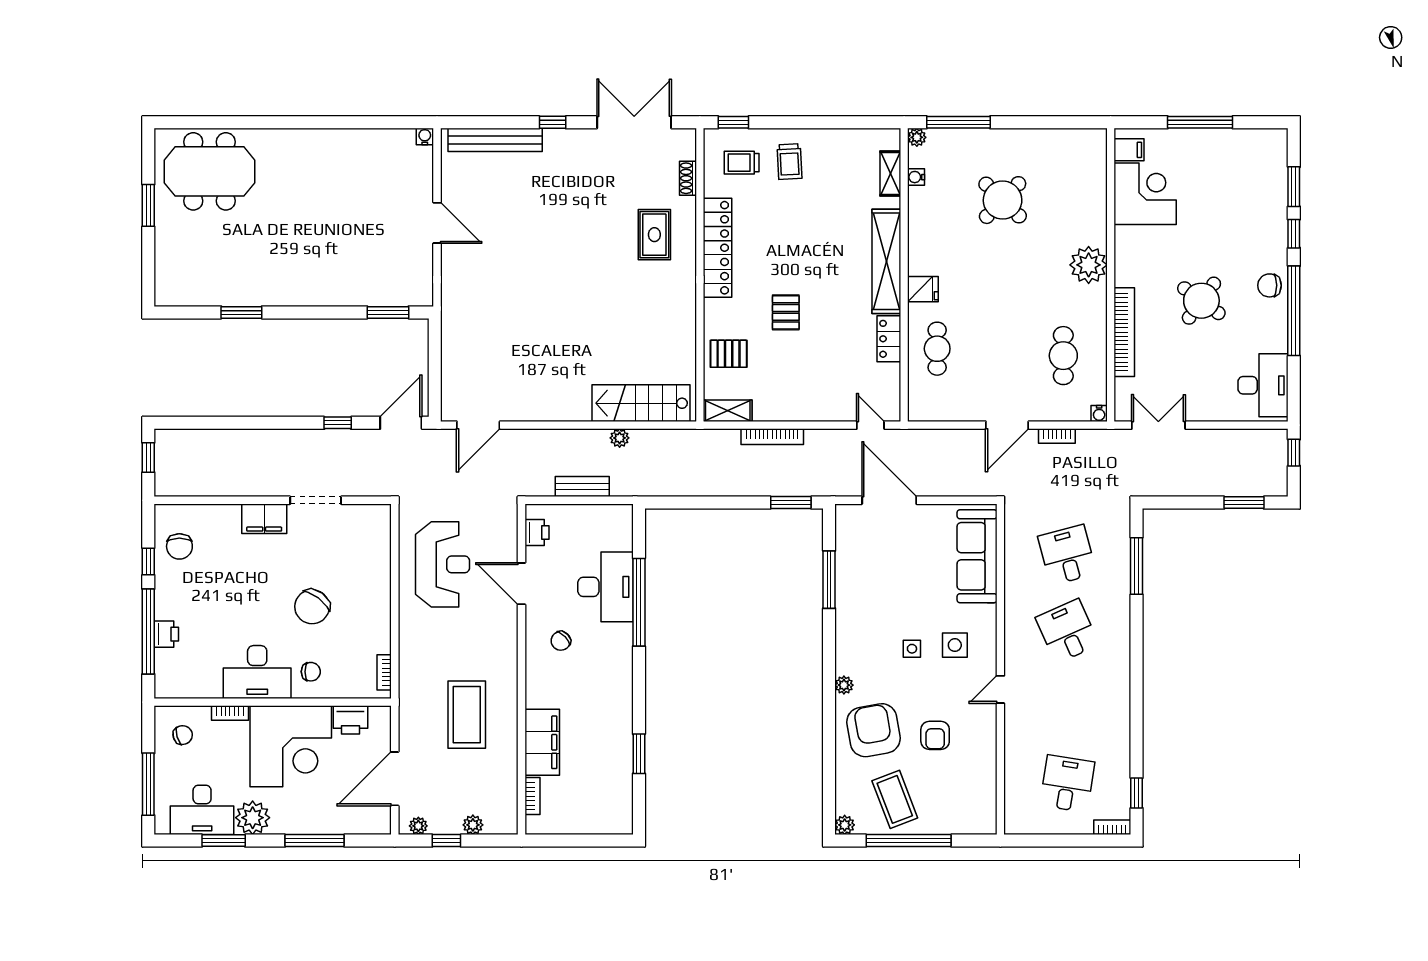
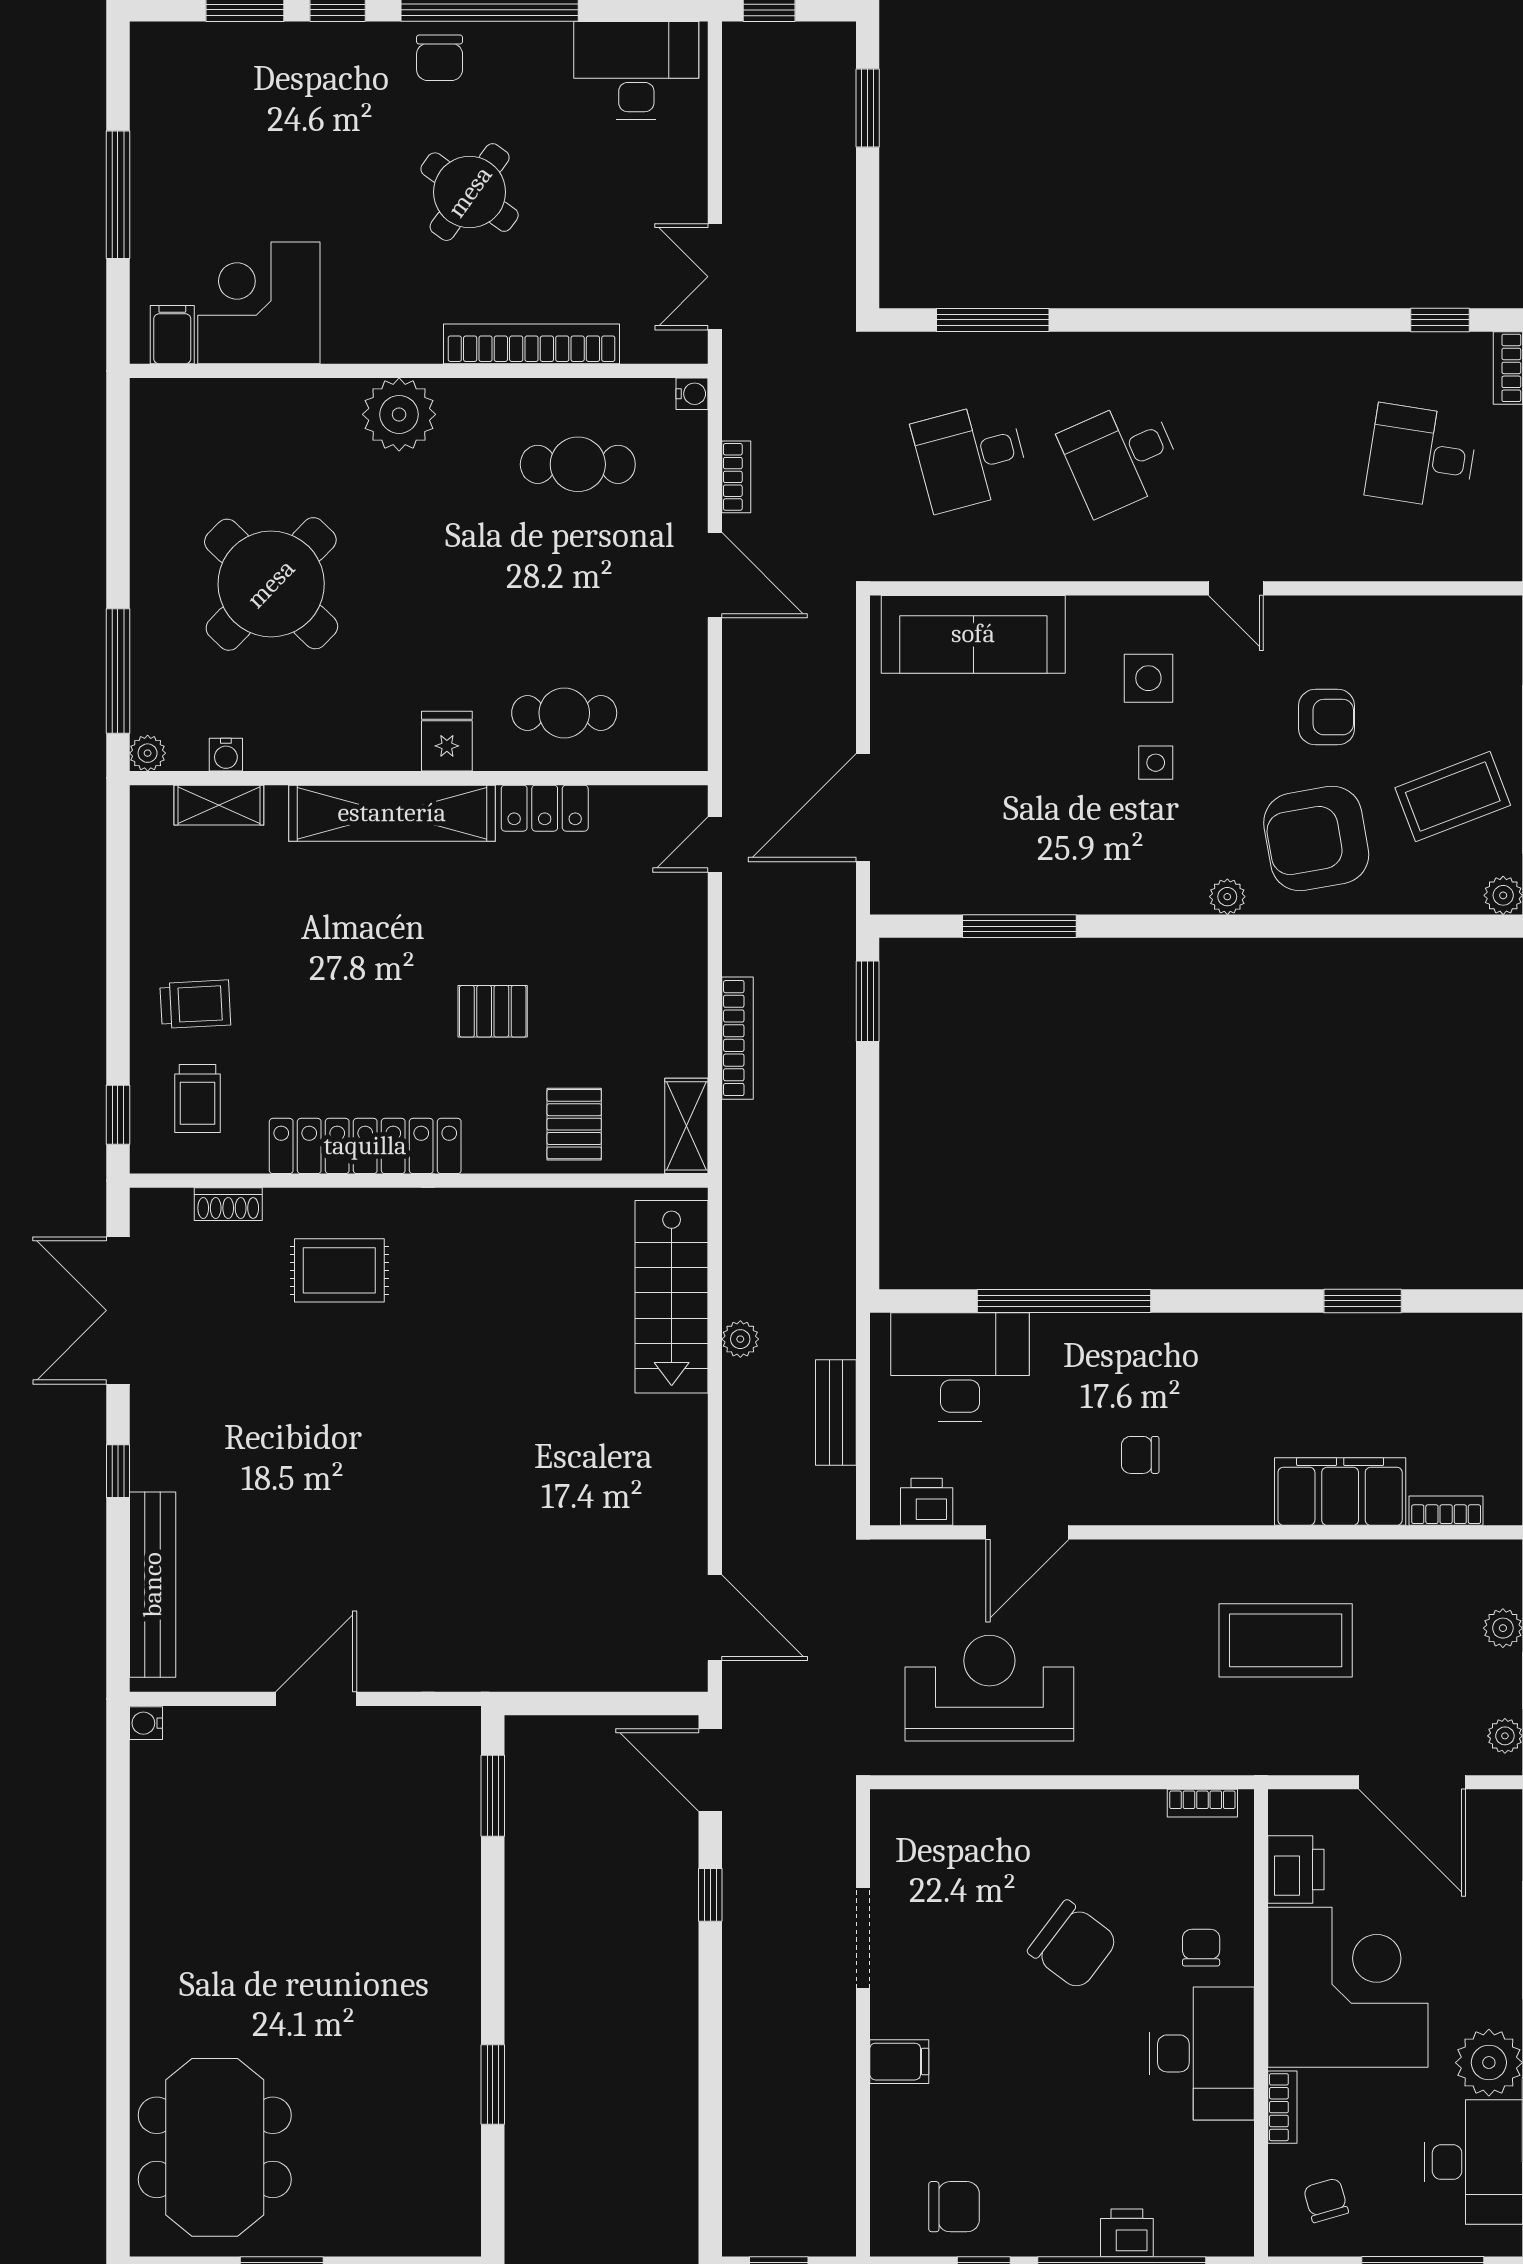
round table: (1003, 200) -> (271, 584), width x1.36, depth x1.36
filing cabinet: (264, 519) -> (899, 2062), width x0.50
desk: (605, 587) -> (960, 1367), moved
chair: (561, 641) -> (1140, 1455), turned 134

